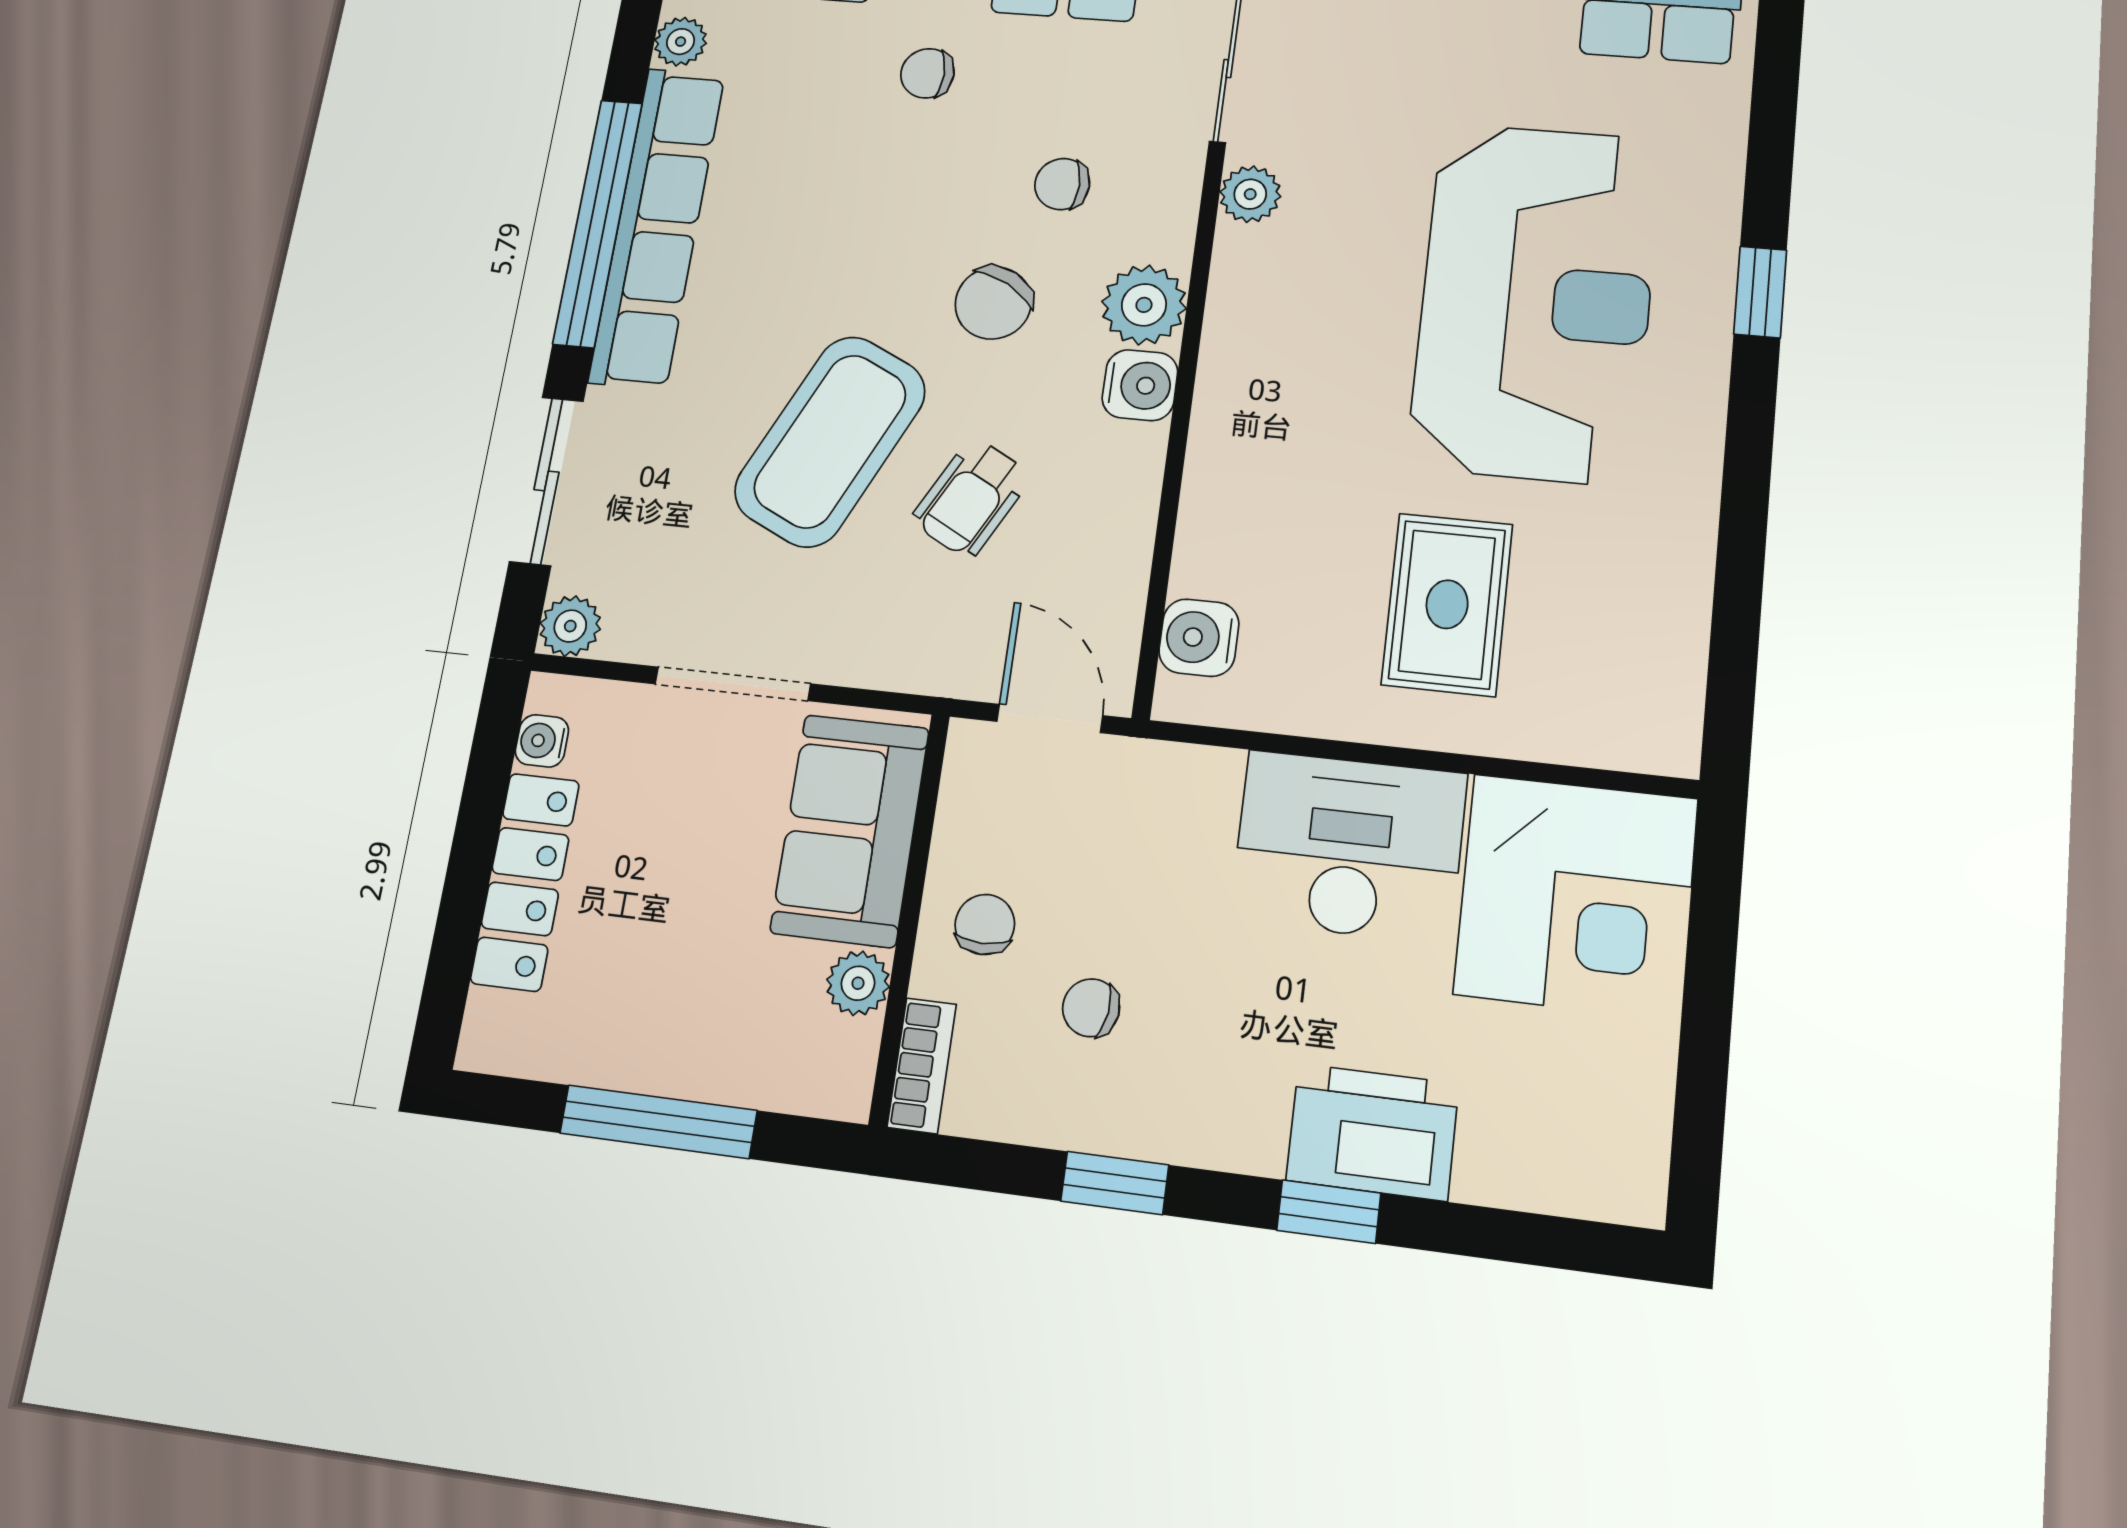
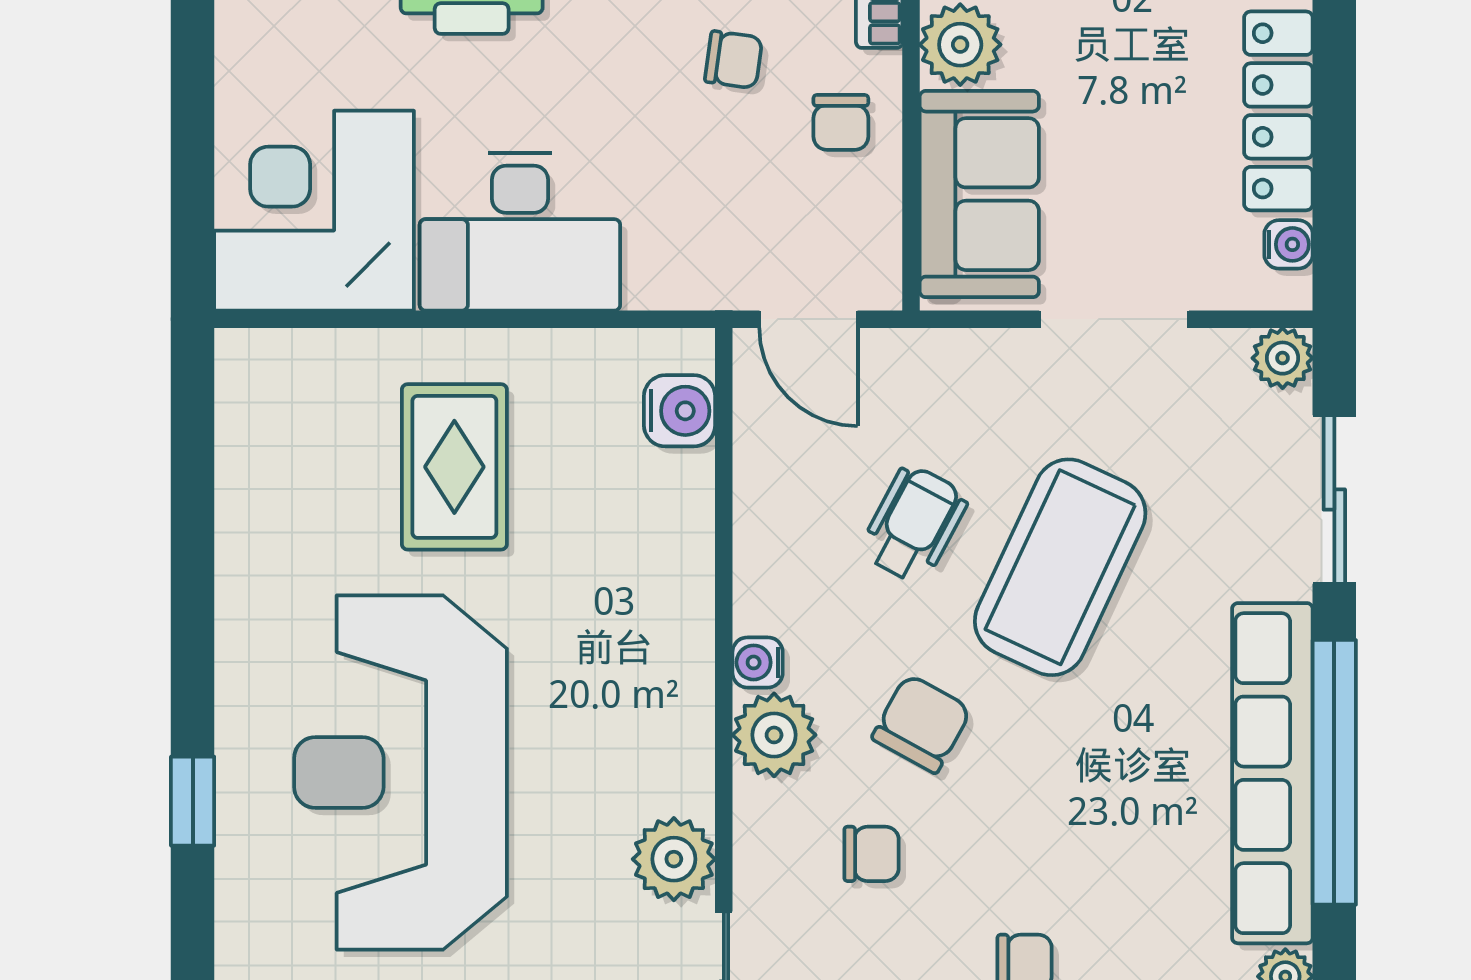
plant: (1250, 194) -> (674, 859), width x1.38, depth x1.38
water cooler: (1140, 385) -> (758, 662), width x0.72, depth x0.72
plant: (858, 983) -> (960, 45), width x1.38, depth x1.38

